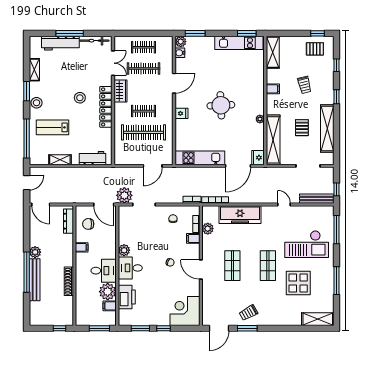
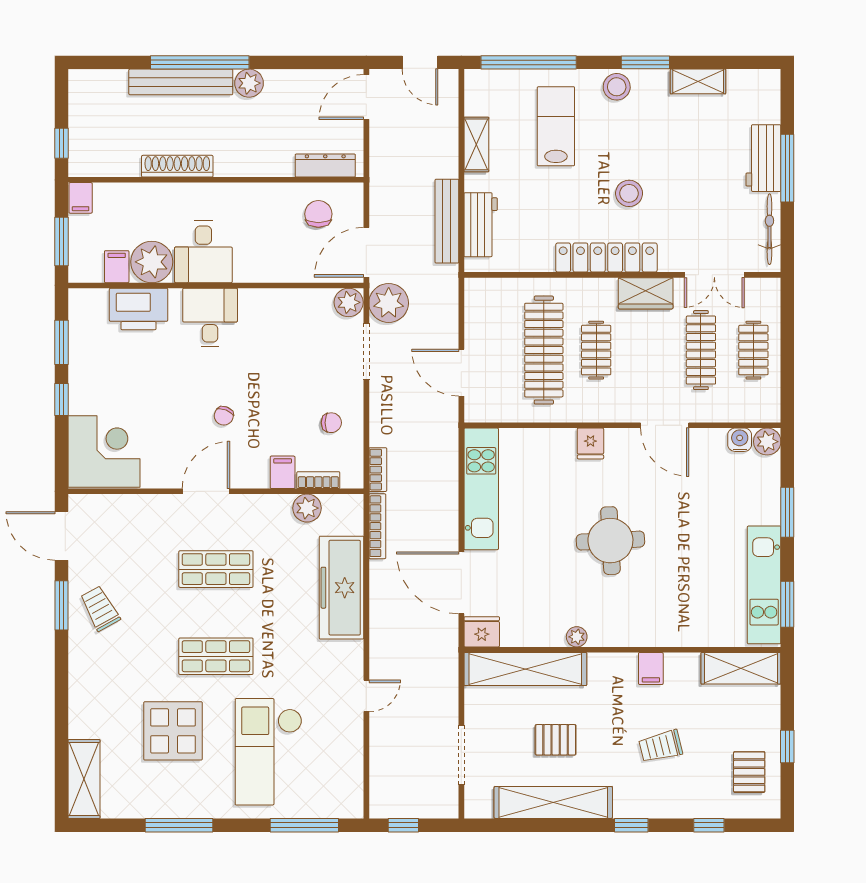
window: (195, 33) -> (787, 512), moved
window: (318, 33) -> (787, 746), moved
workbench: (60, 43) -> (763, 158), width x0.73
bench: (317, 199) -> (447, 221), moved
filing cabinet: (82, 247) -> (81, 198), moved
plant: (124, 250) -> (349, 302), moved

